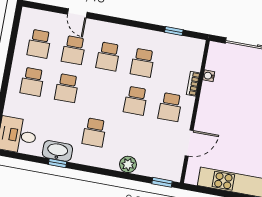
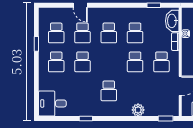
window: (11, 53) -> (36, 44), added
washbasin: (57, 151) -> (172, 21), moved, turned -90

